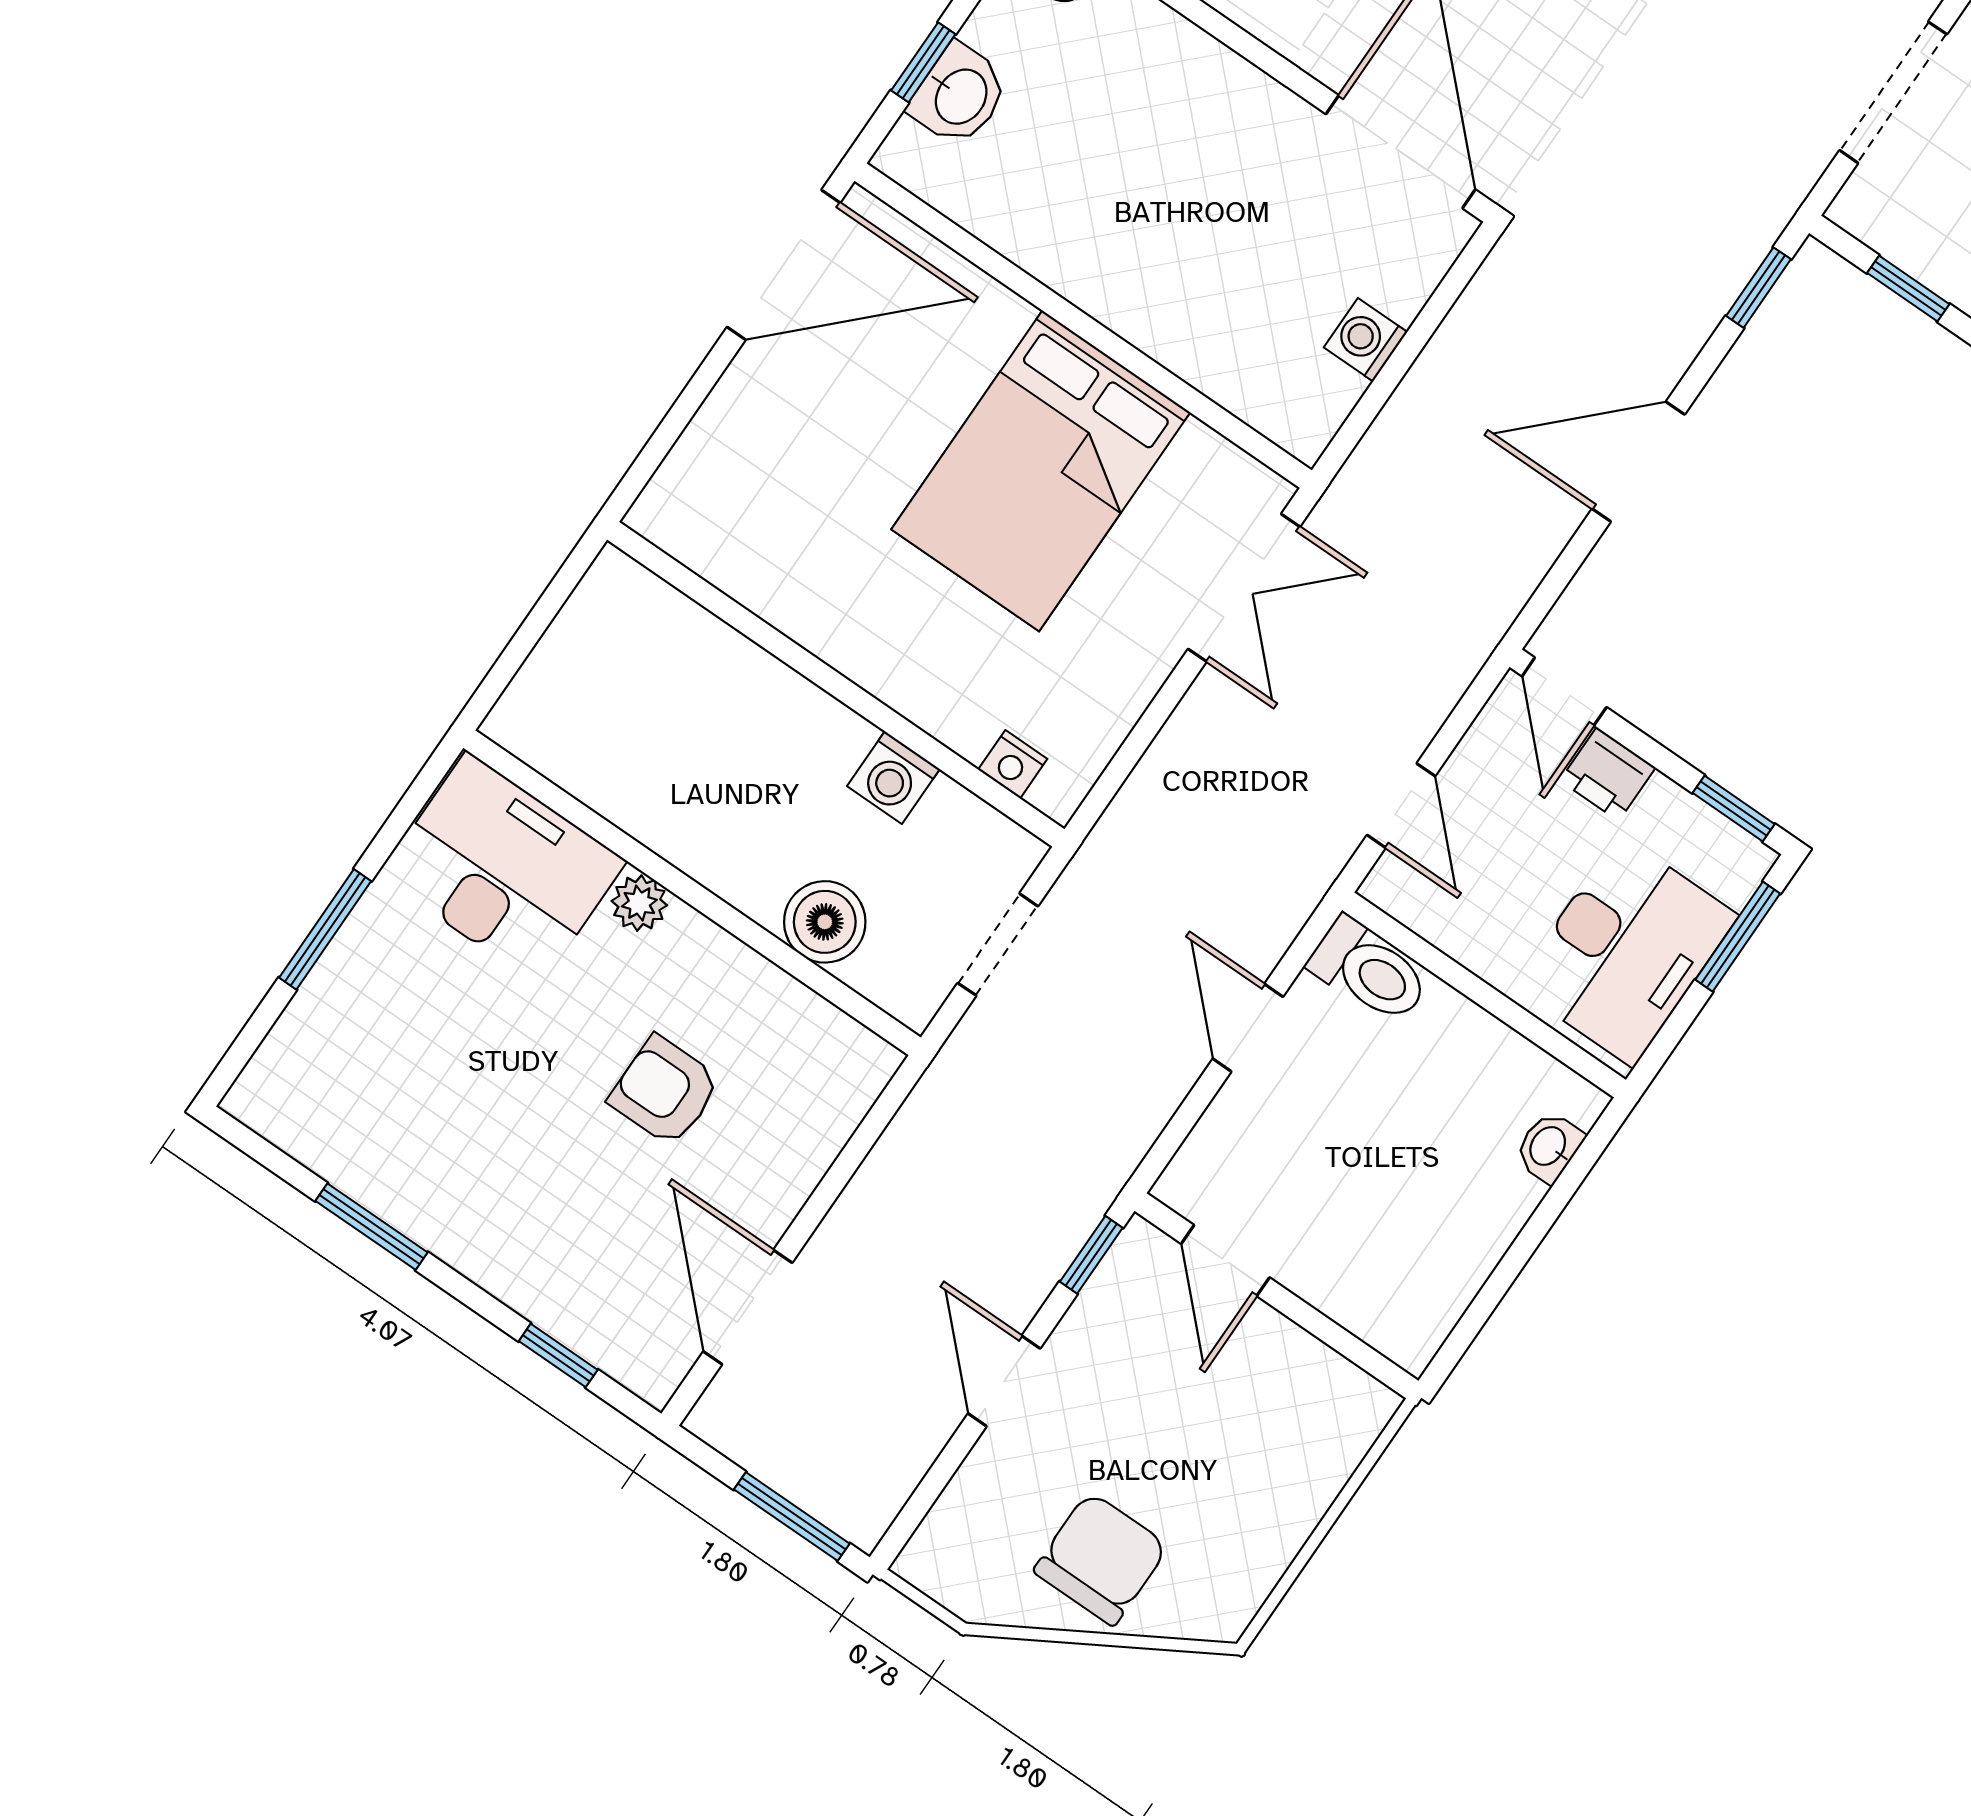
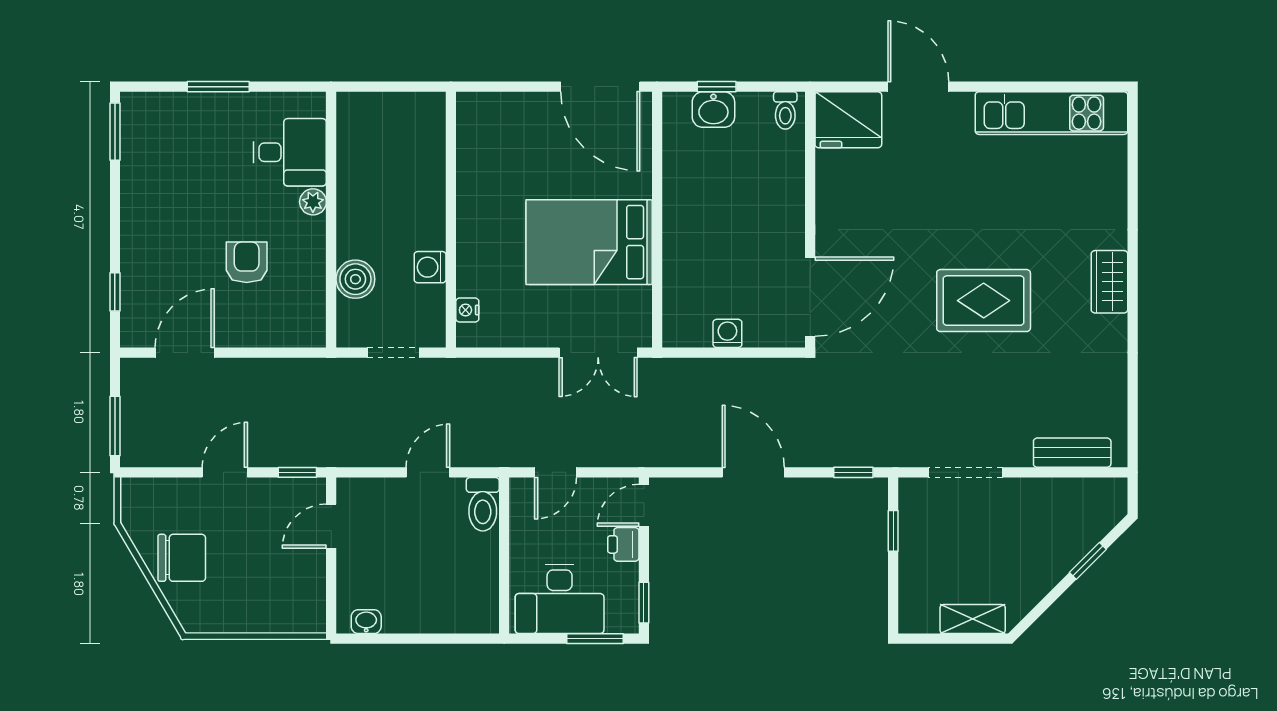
desk: (503, 869) -> (290, 152), width x0.73
washbasin: (1549, 1147) -> (366, 622), moved
window: (372, 1227) -> (115, 132), moved

